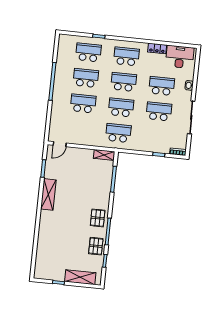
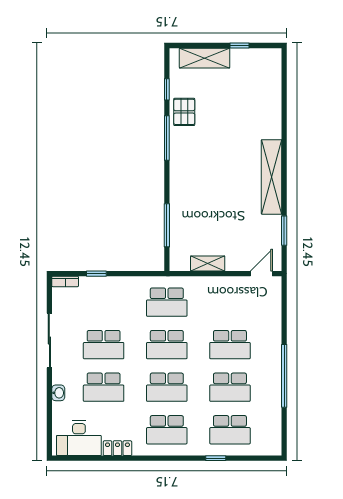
shelving: (104, 155) -> (208, 263), moved
shelving: (48, 194) -> (272, 177), width x1.47
pallet: (98, 218) -> (186, 159), removed

